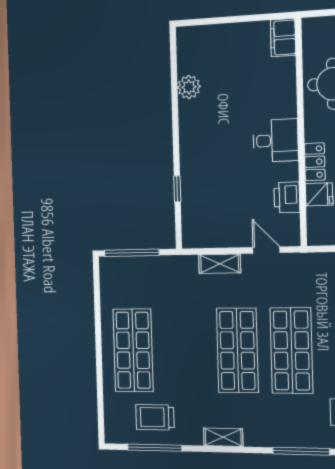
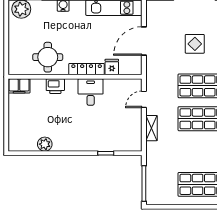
desk: (276, 140) -> (91, 92), moved
locker: (315, 162) -> (87, 69), width x1.53
printer: (287, 197) -> (55, 86), moved

